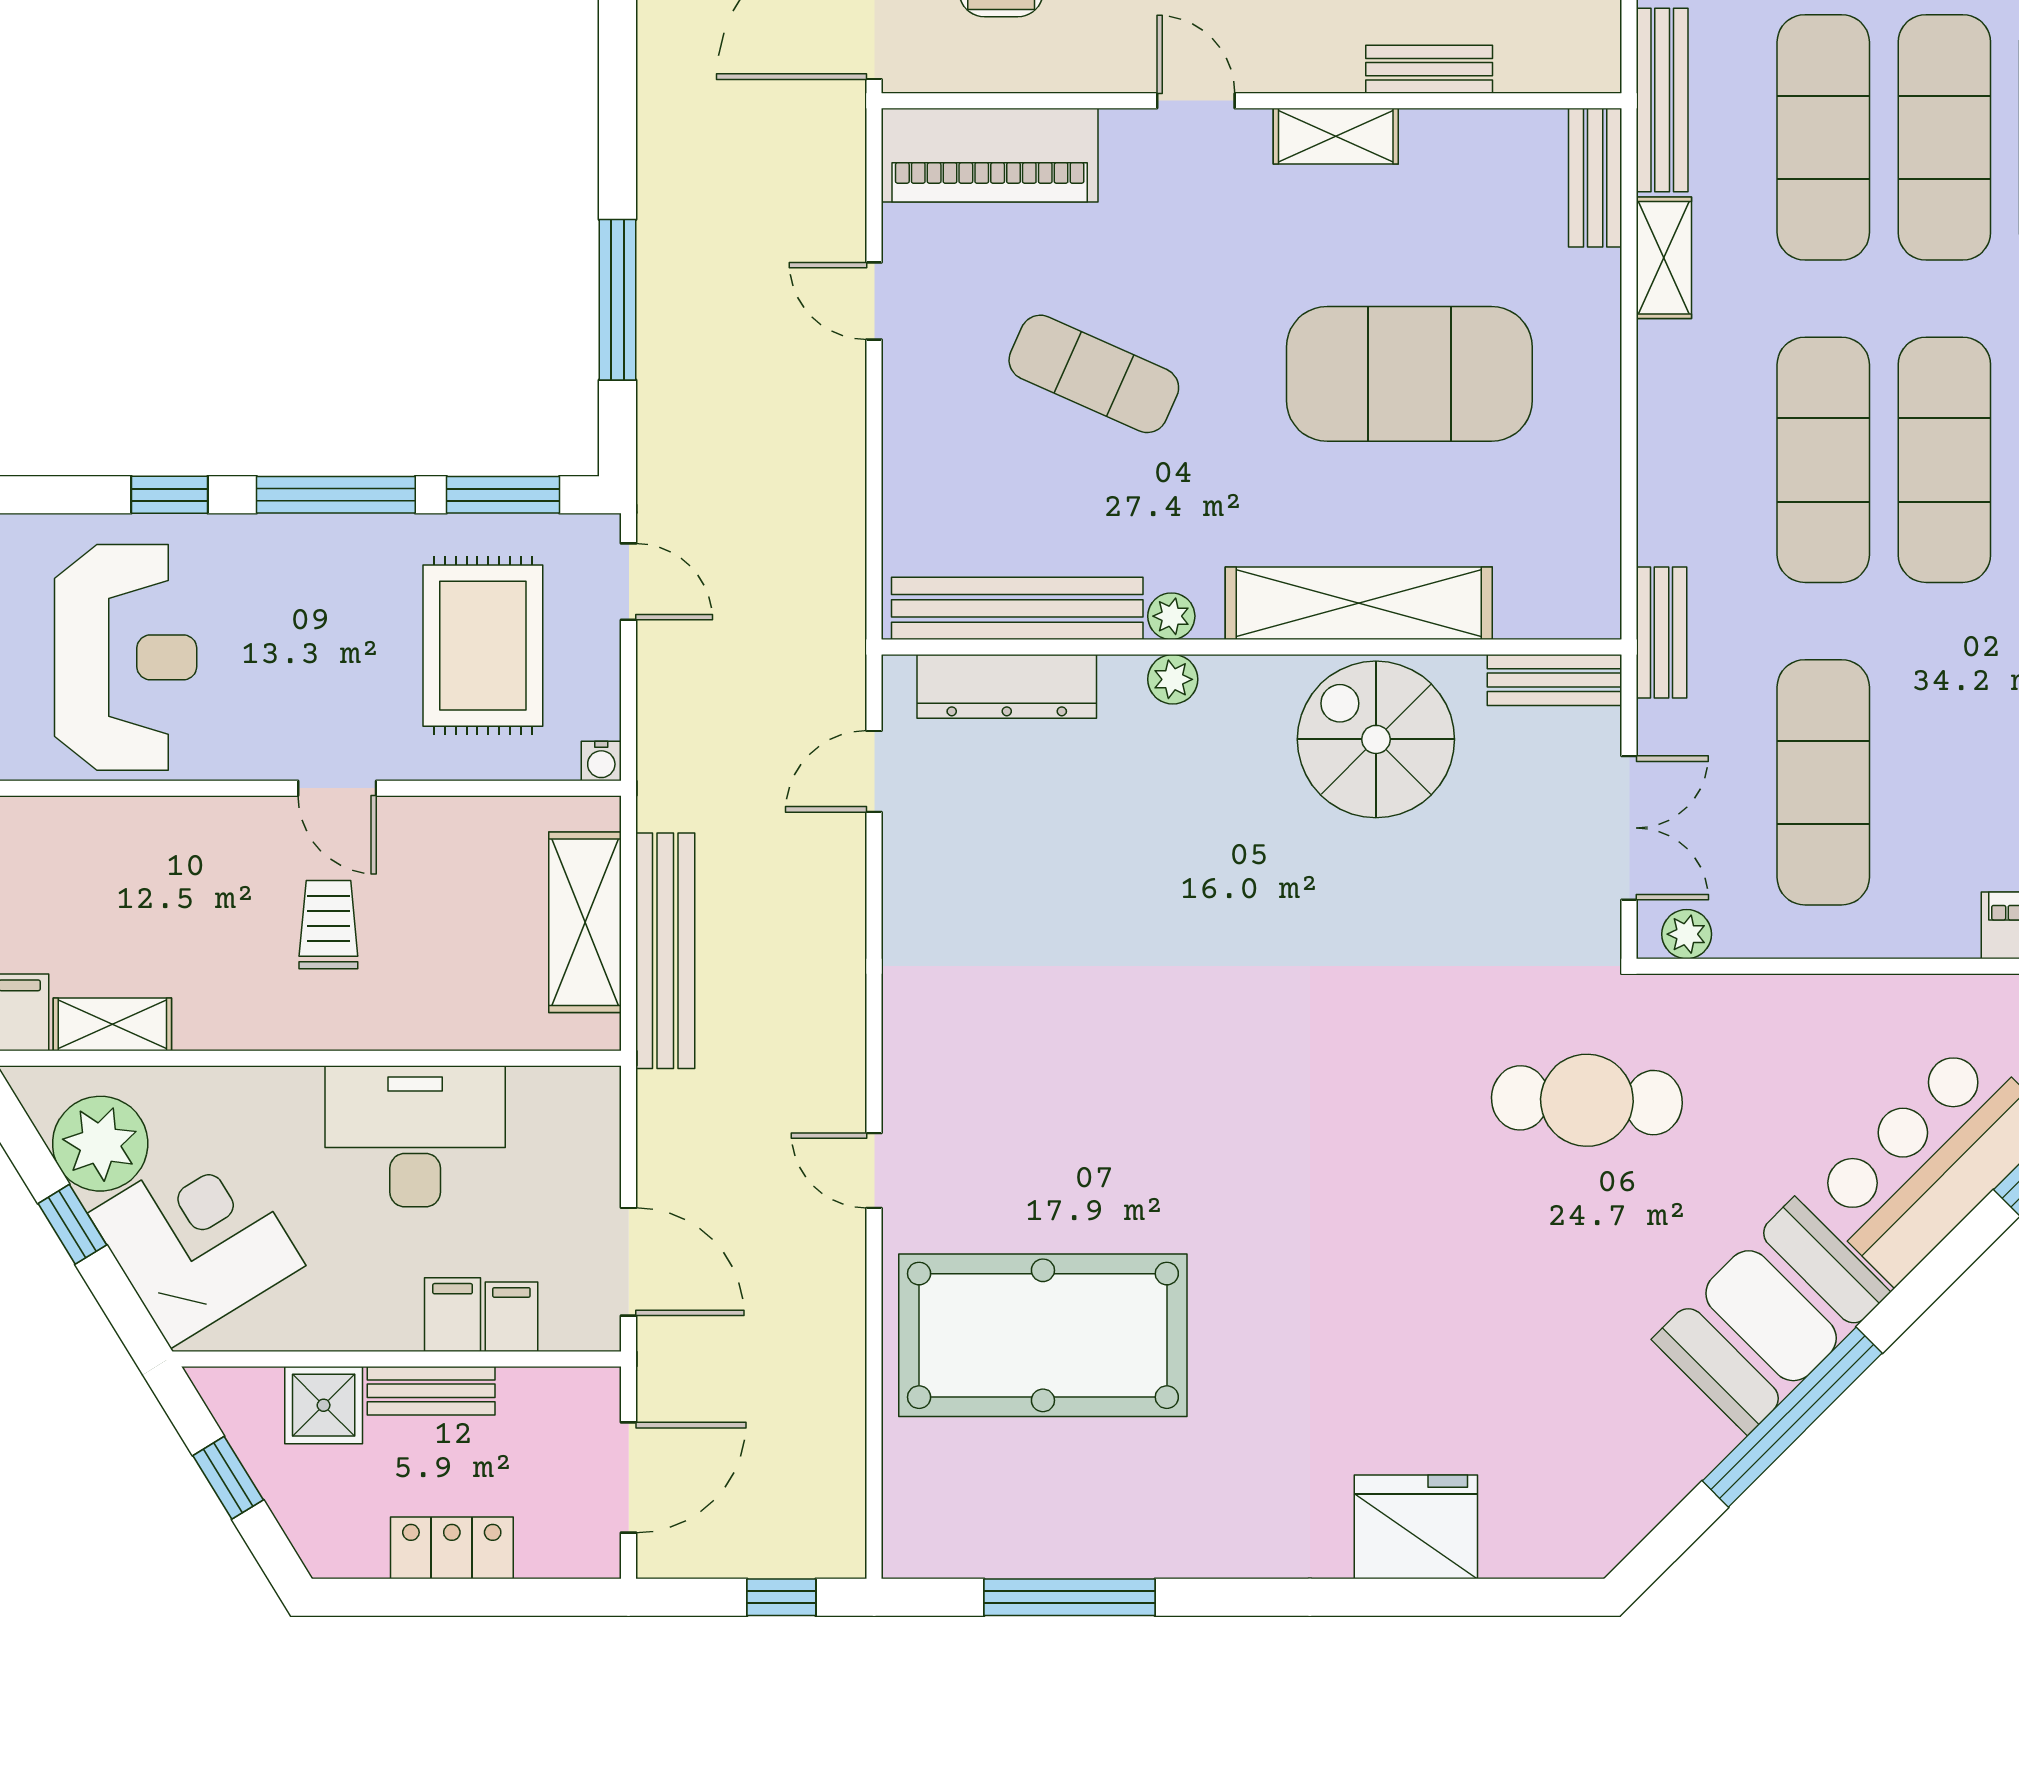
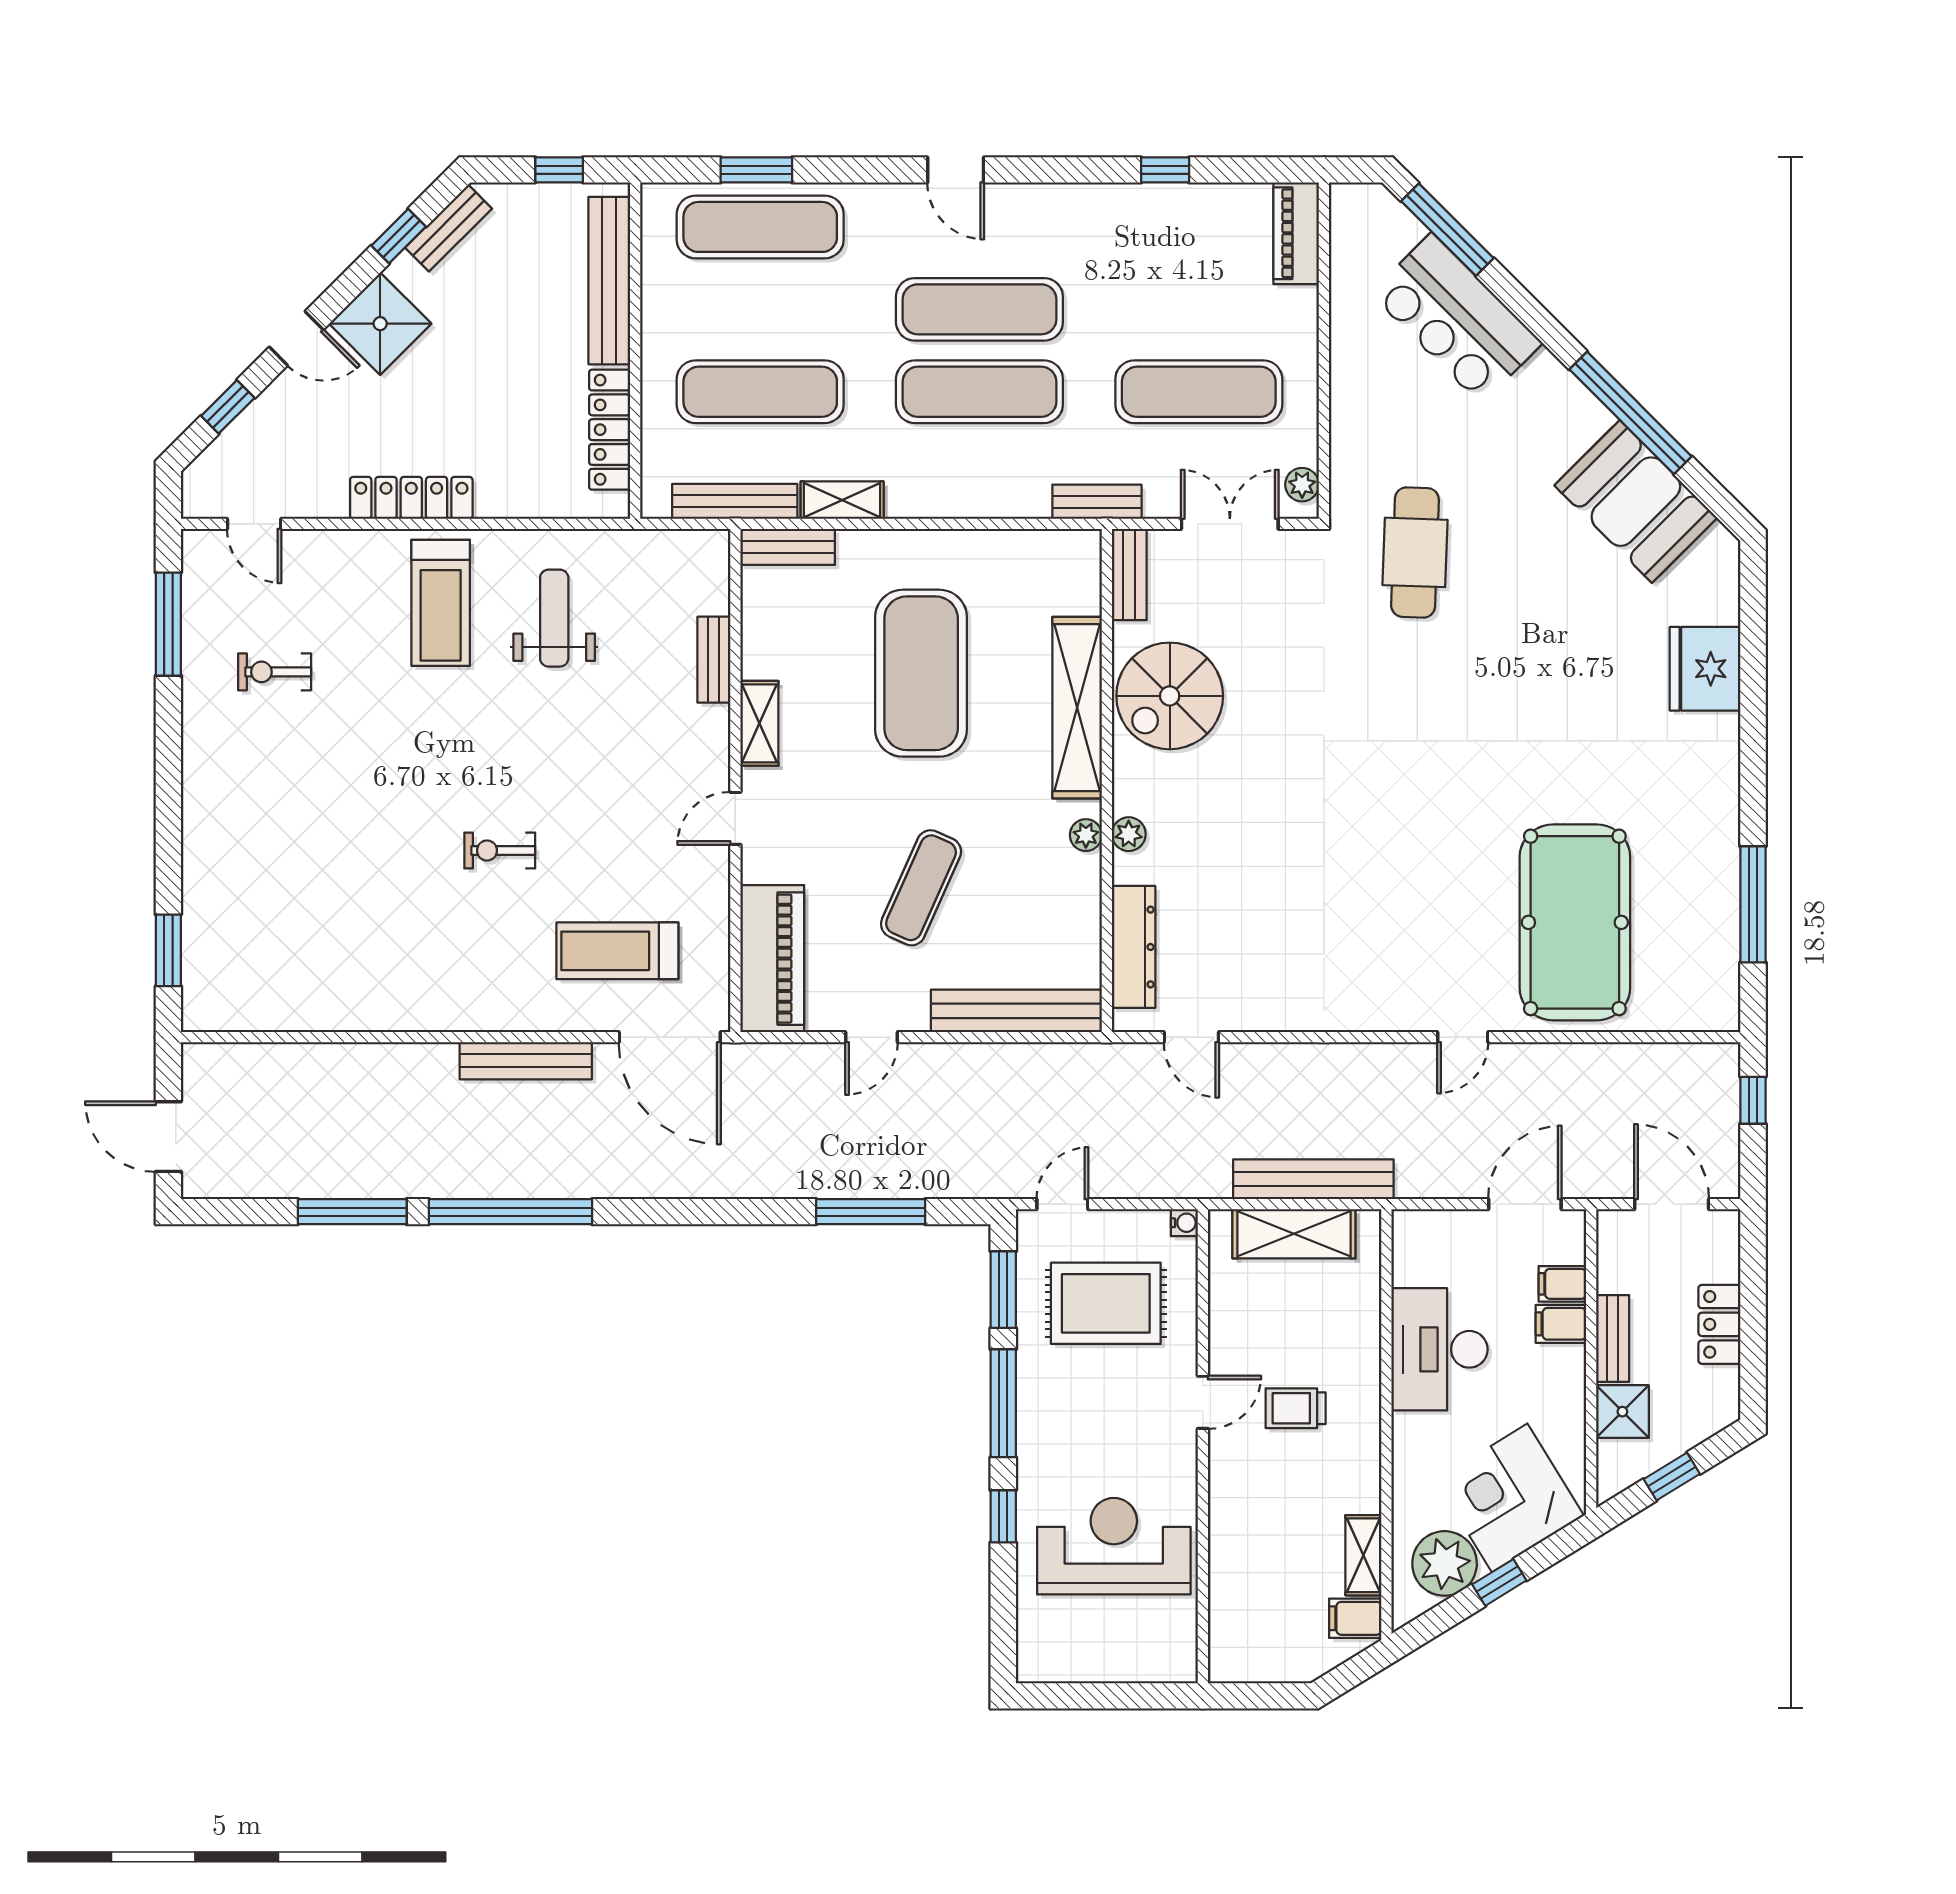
exercise mat: (1944, 137) -> (760, 309), removed
bench: (1017, 608) -> (1016, 1011), moved, turned 90
booth: (1771, 1316) -> (1636, 502), moved

